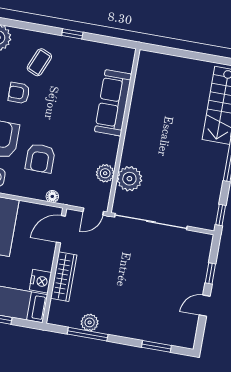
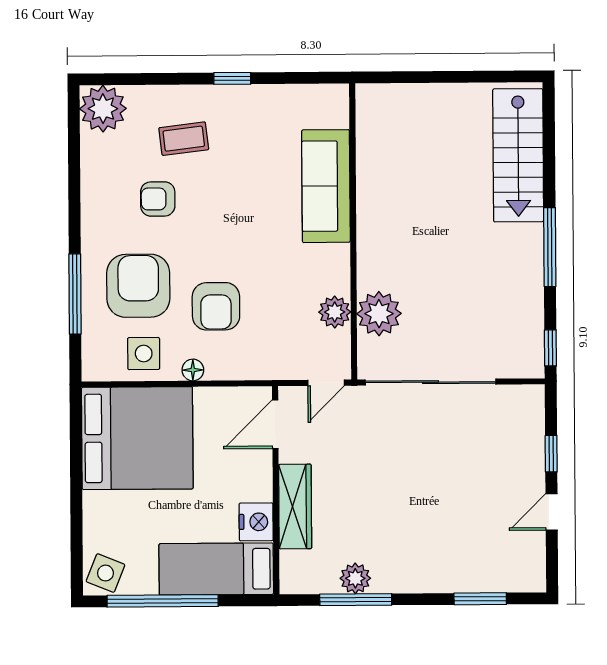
coffee table: (39, 62) -> (184, 139), turned 60
floor lamp: (52, 196) -> (193, 370), moved

